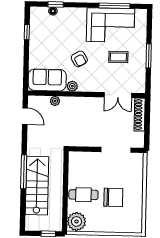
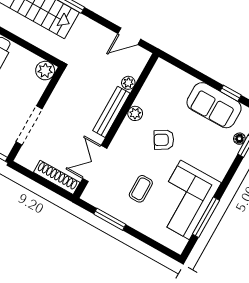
window: (149, 56) -> (110, 219), moved
sofa: (47, 80) -> (214, 105), moved, turned 90
bench: (79, 102) -> (111, 112), added
plant: (75, 158) -> (45, 71), added

